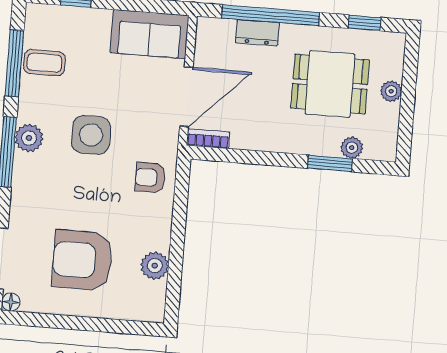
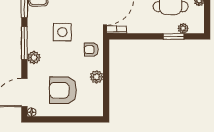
plant: (29, 138) -> (34, 58), moved
plant: (155, 266) -> (97, 77), moved

